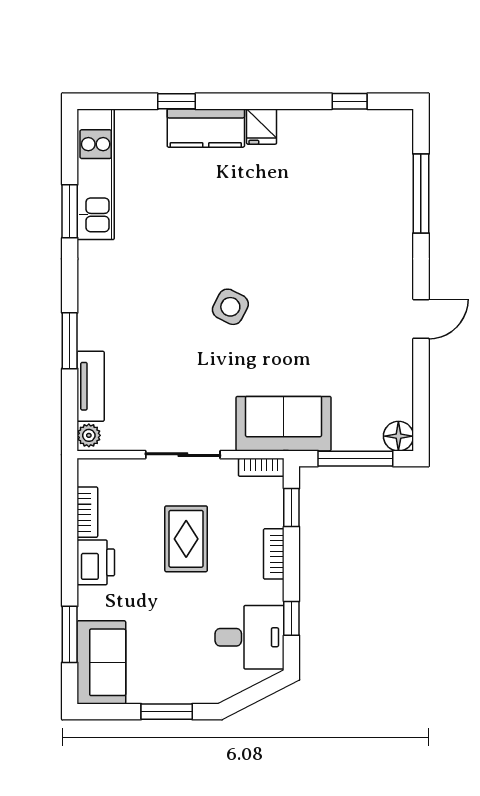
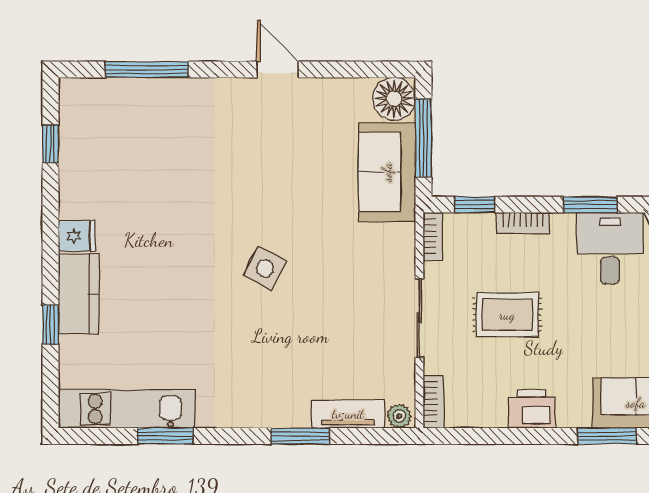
sofa: (284, 424) -> (387, 172), moved
floor lamp: (398, 436) -> (394, 99), width x1.38, depth x1.38
bookcase: (87, 512) -> (434, 402), moved, turned 90
window: (291, 618) -> (590, 205), width x1.50

